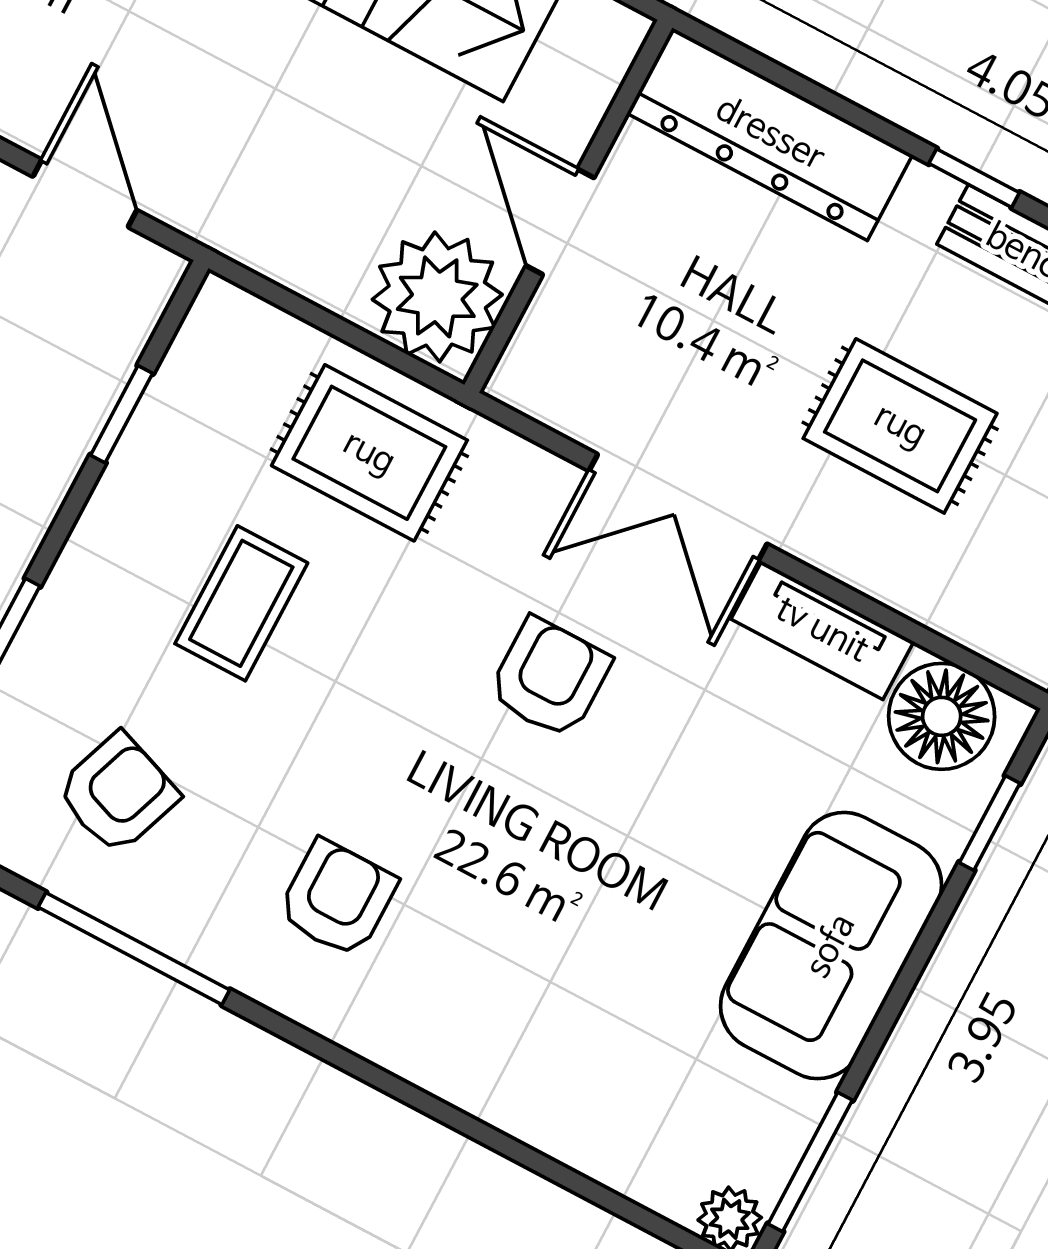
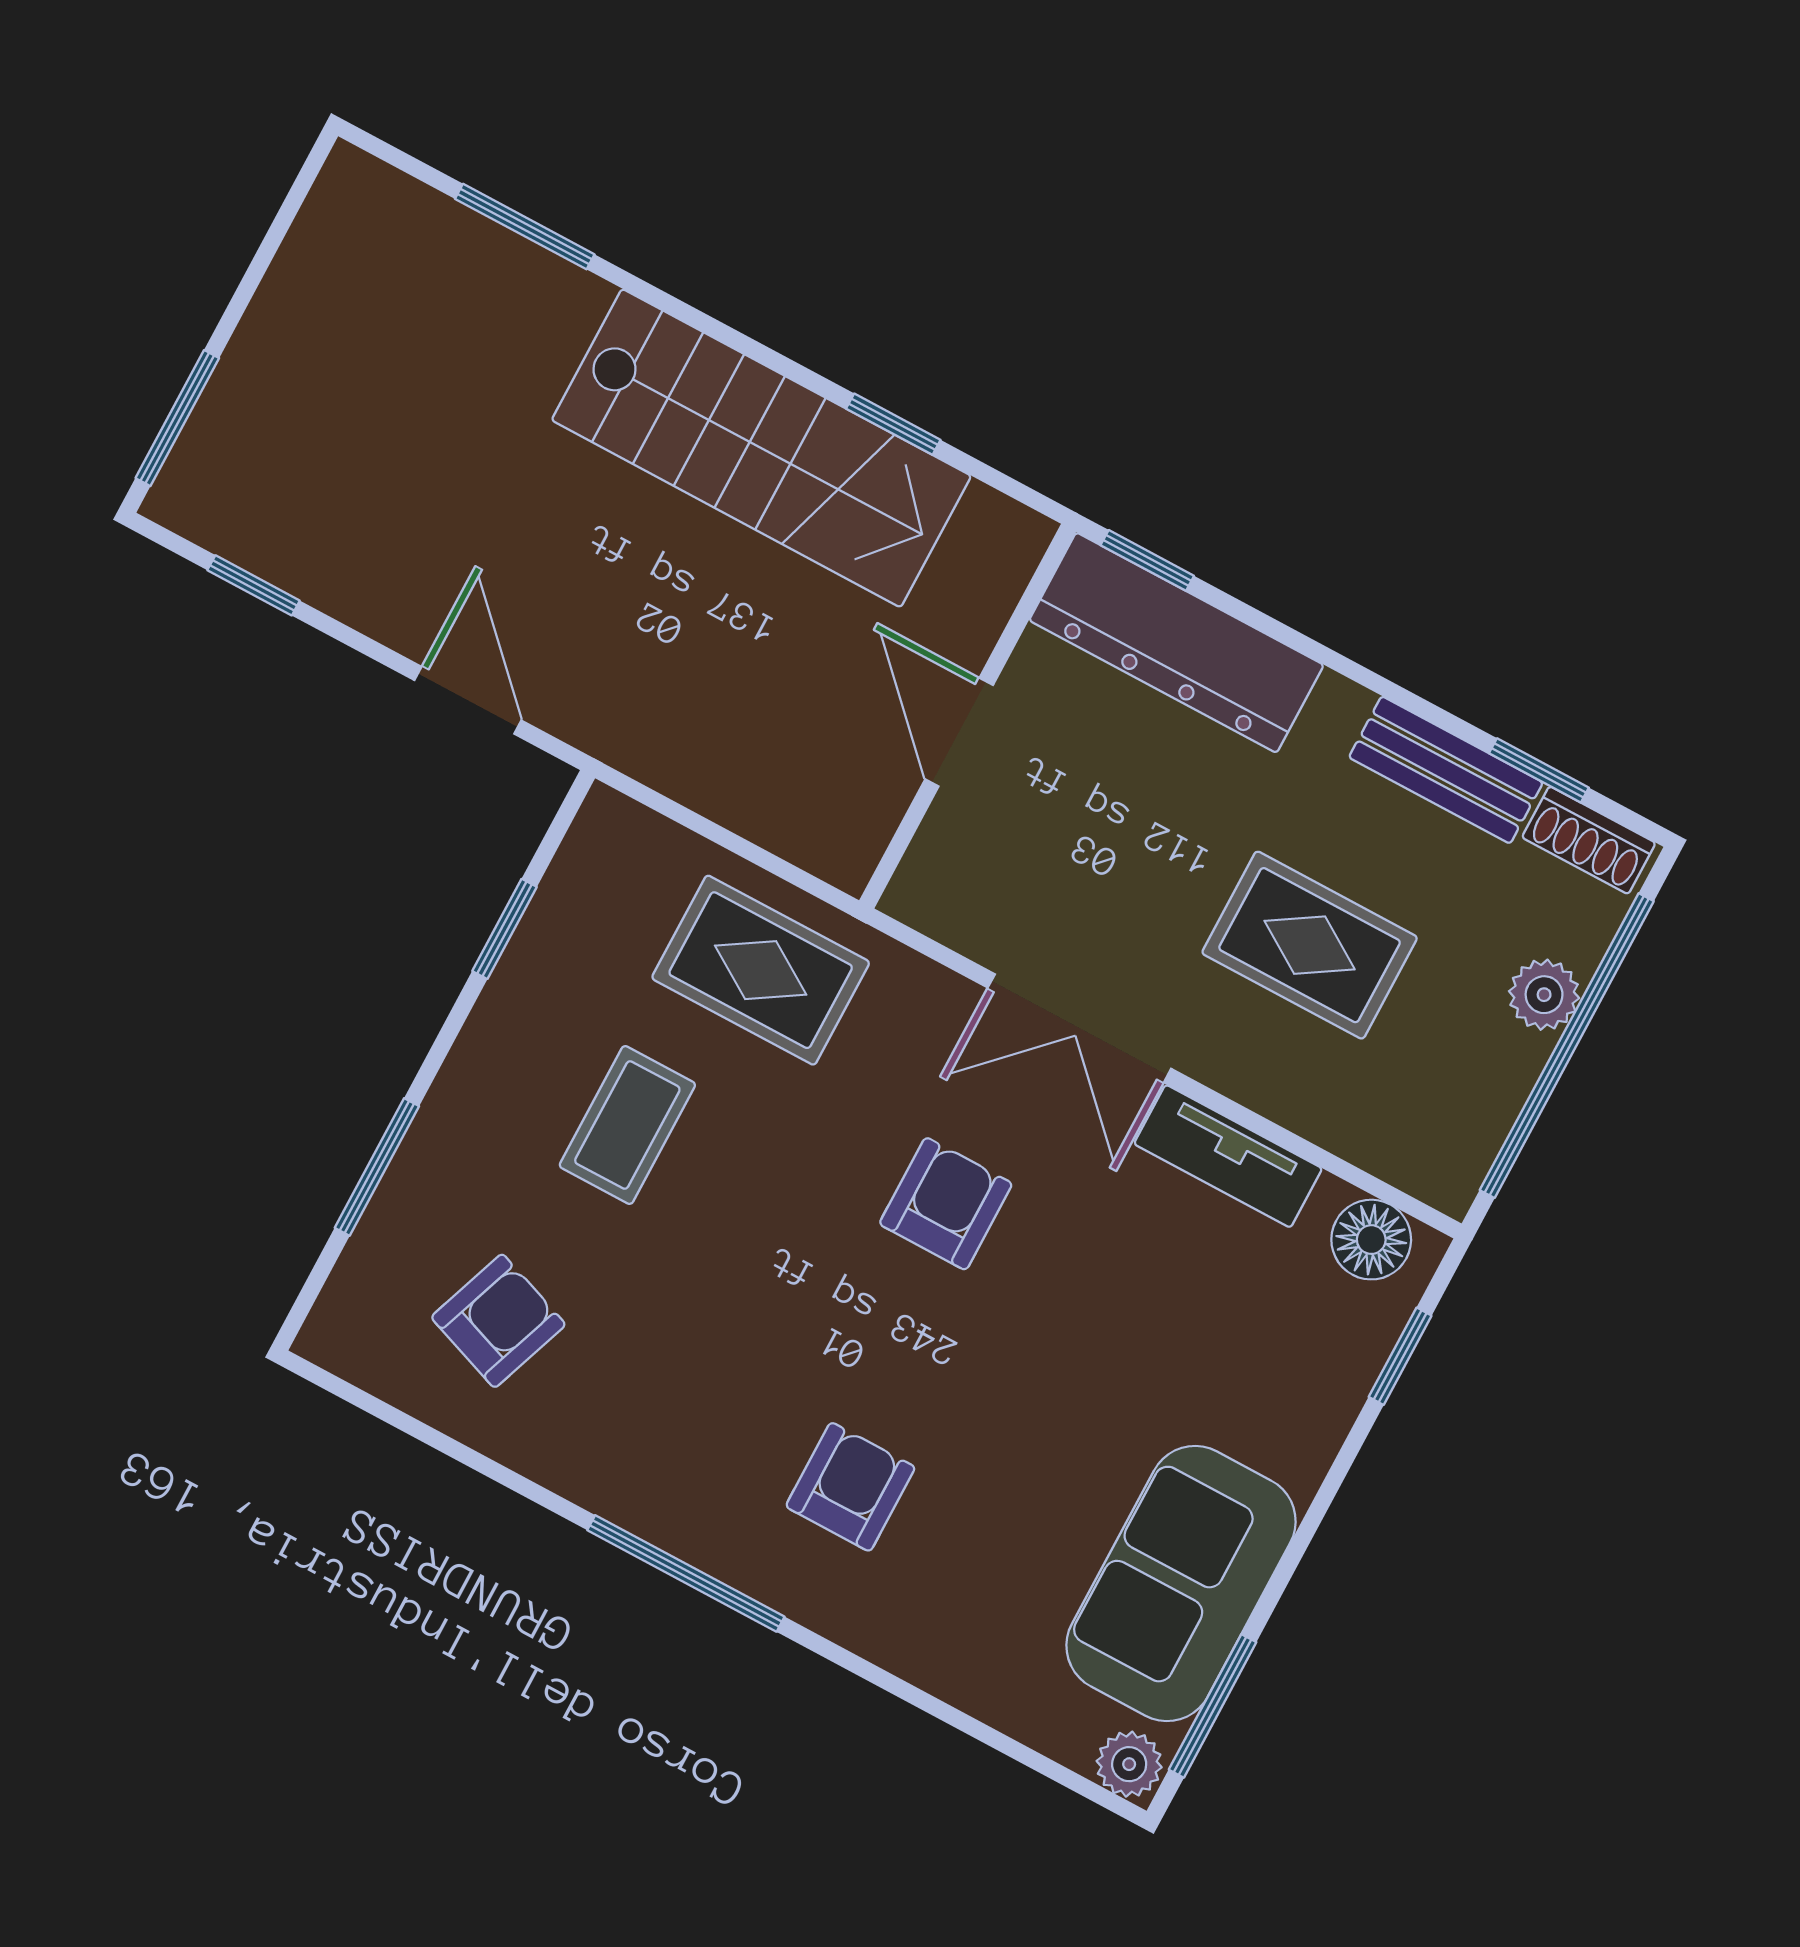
window: (974, 178) -> (1147, 560), moved
plant: (437, 297) -> (832, 809), removed
floor lamp: (942, 716) -> (1371, 1240), width x0.73, depth x0.73
armchair: (337, 898) -> (850, 1487), moved
sofa: (831, 946) -> (1181, 1583), moved
window: (134, 949) -> (686, 1573), moved

